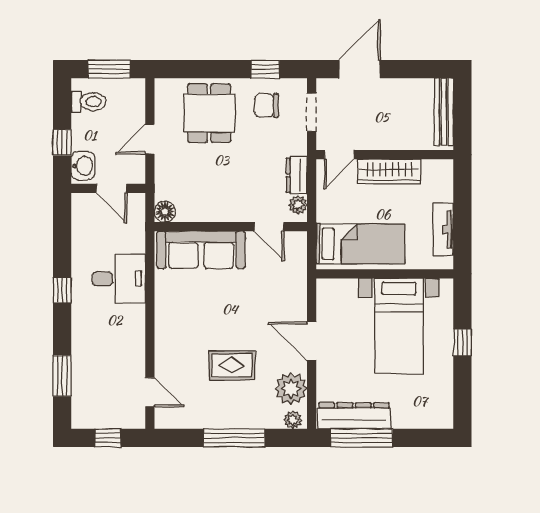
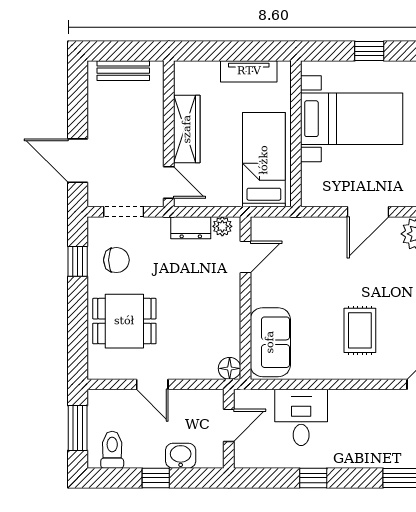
chair: (266, 106) -> (116, 260), turned -90
bench: (444, 112) -> (123, 71), width x0.73
wall: (108, 188) -> (229, 429), moved
door: (111, 188) -> (229, 425), moved
sofa: (201, 250) -> (270, 342), width x0.73
rug: (232, 365) -> (360, 330), moved

